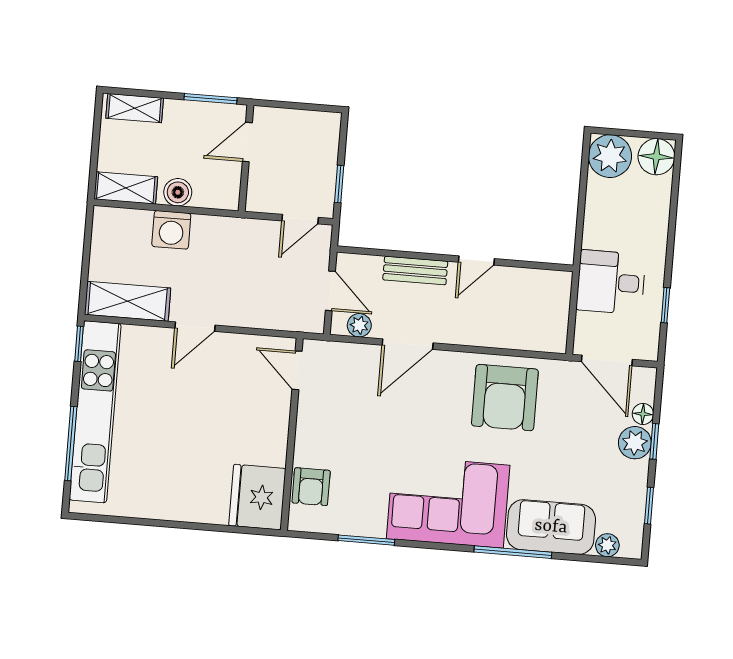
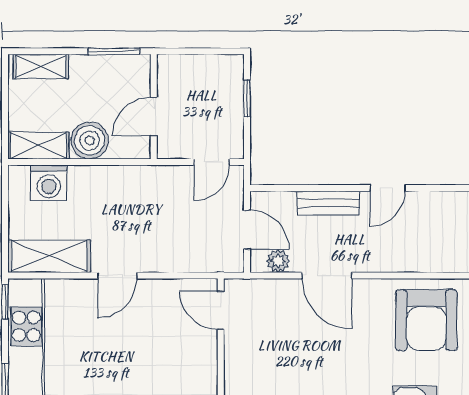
door: (247, 142) -> (154, 117), moved
window: (339, 184) -> (247, 98), moved
boiler: (178, 192) -> (90, 140), width x1.36, depth x1.36
washing machine: (171, 230) -> (49, 183), moved
door: (408, 344) -> (327, 276), hinge flipped

